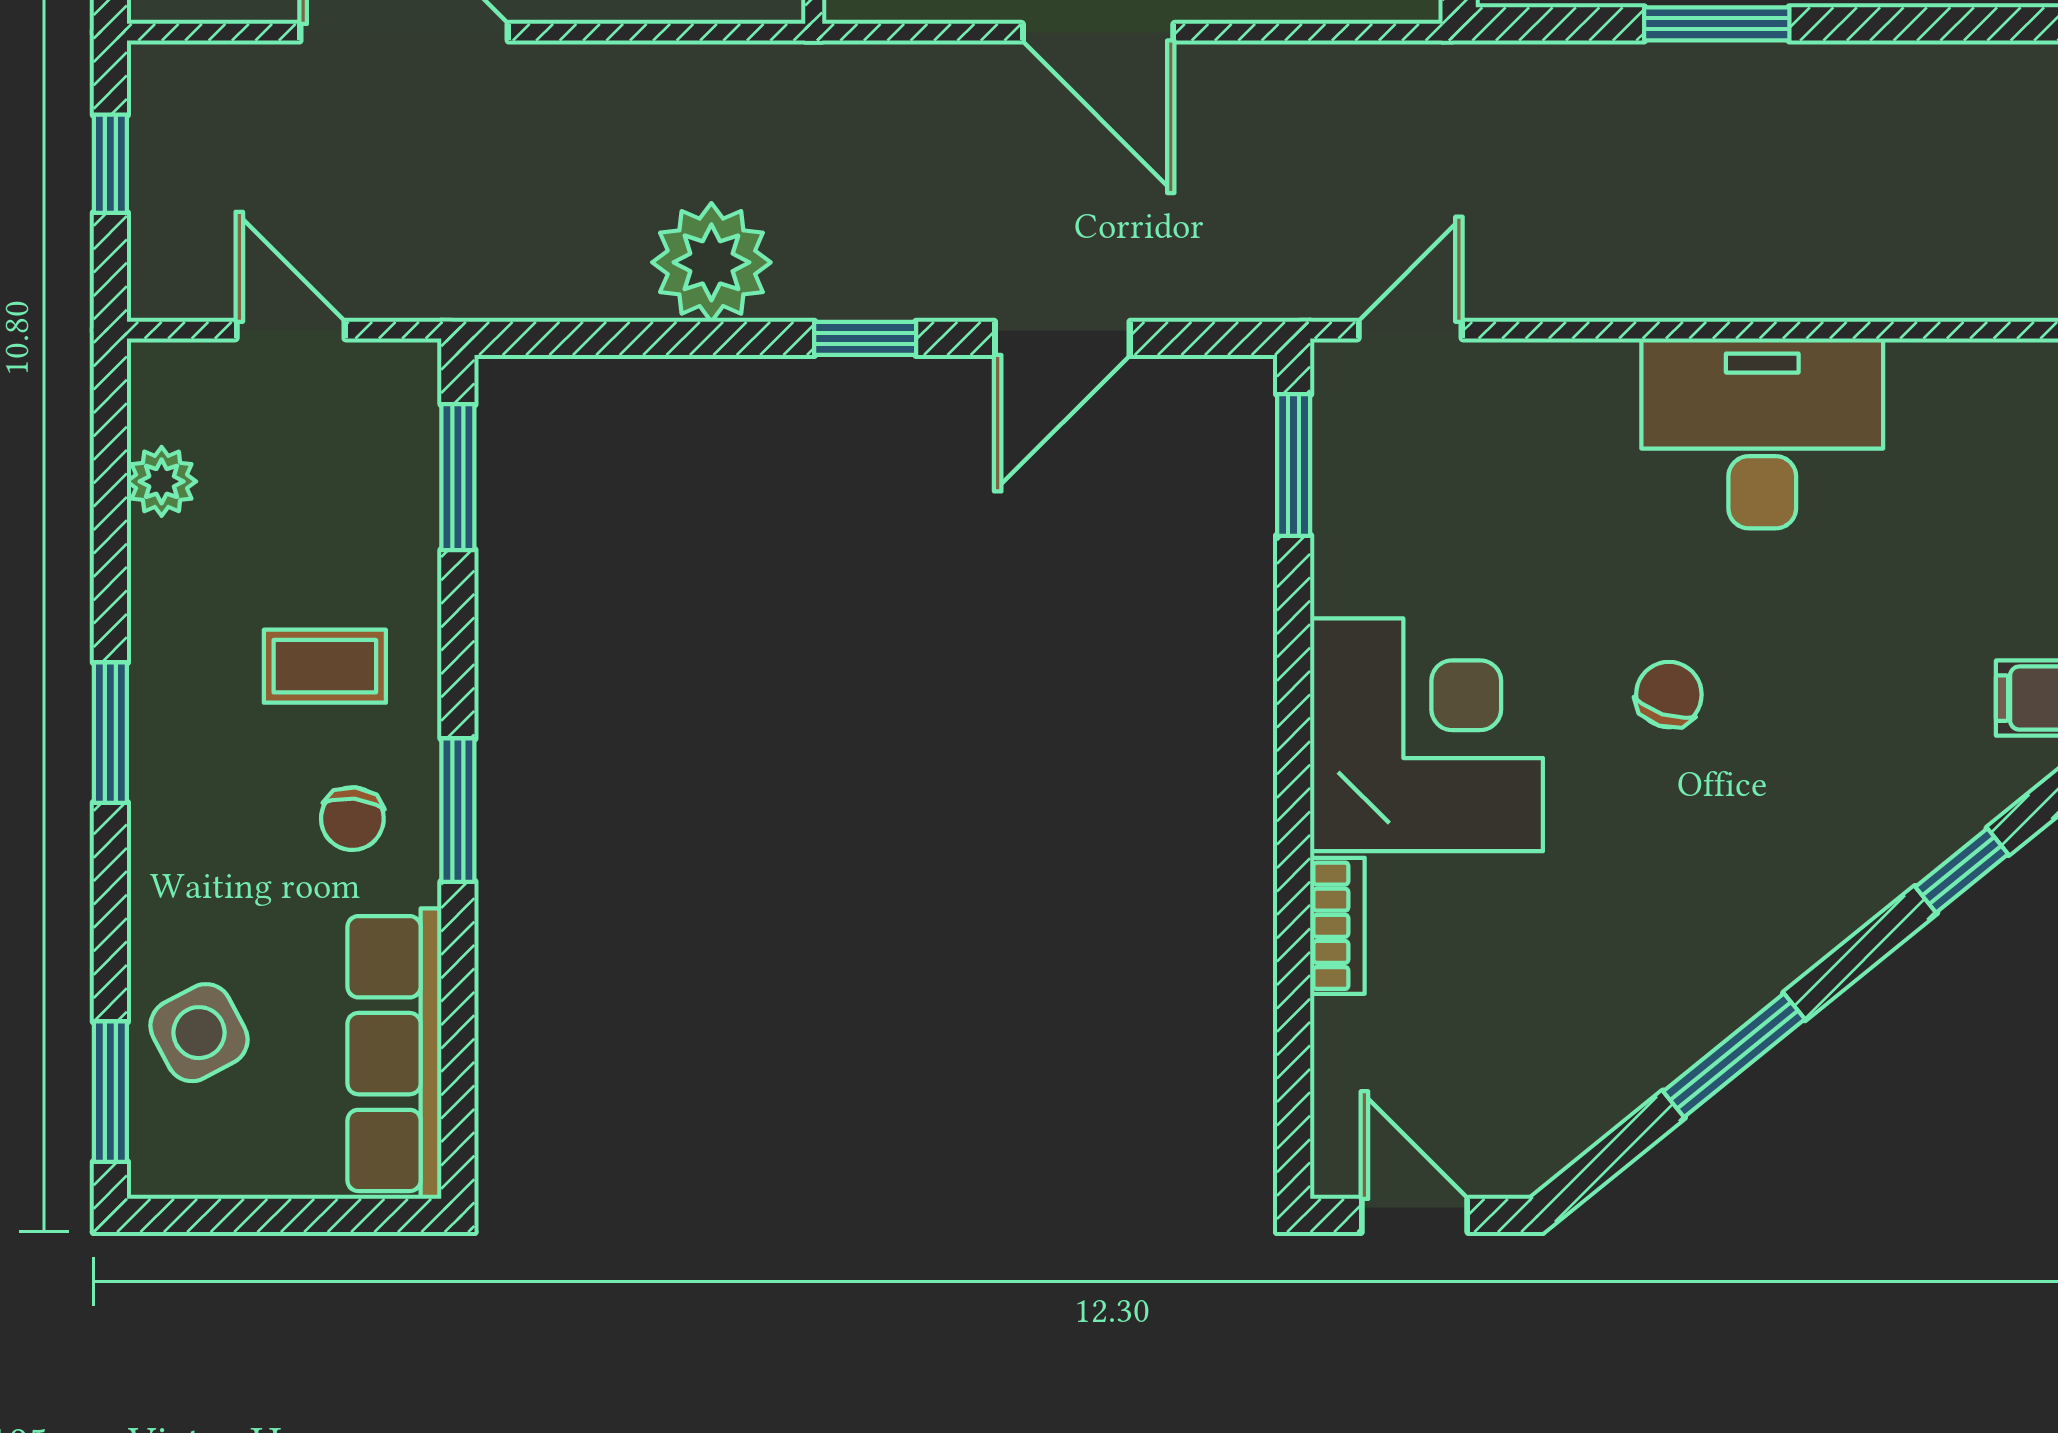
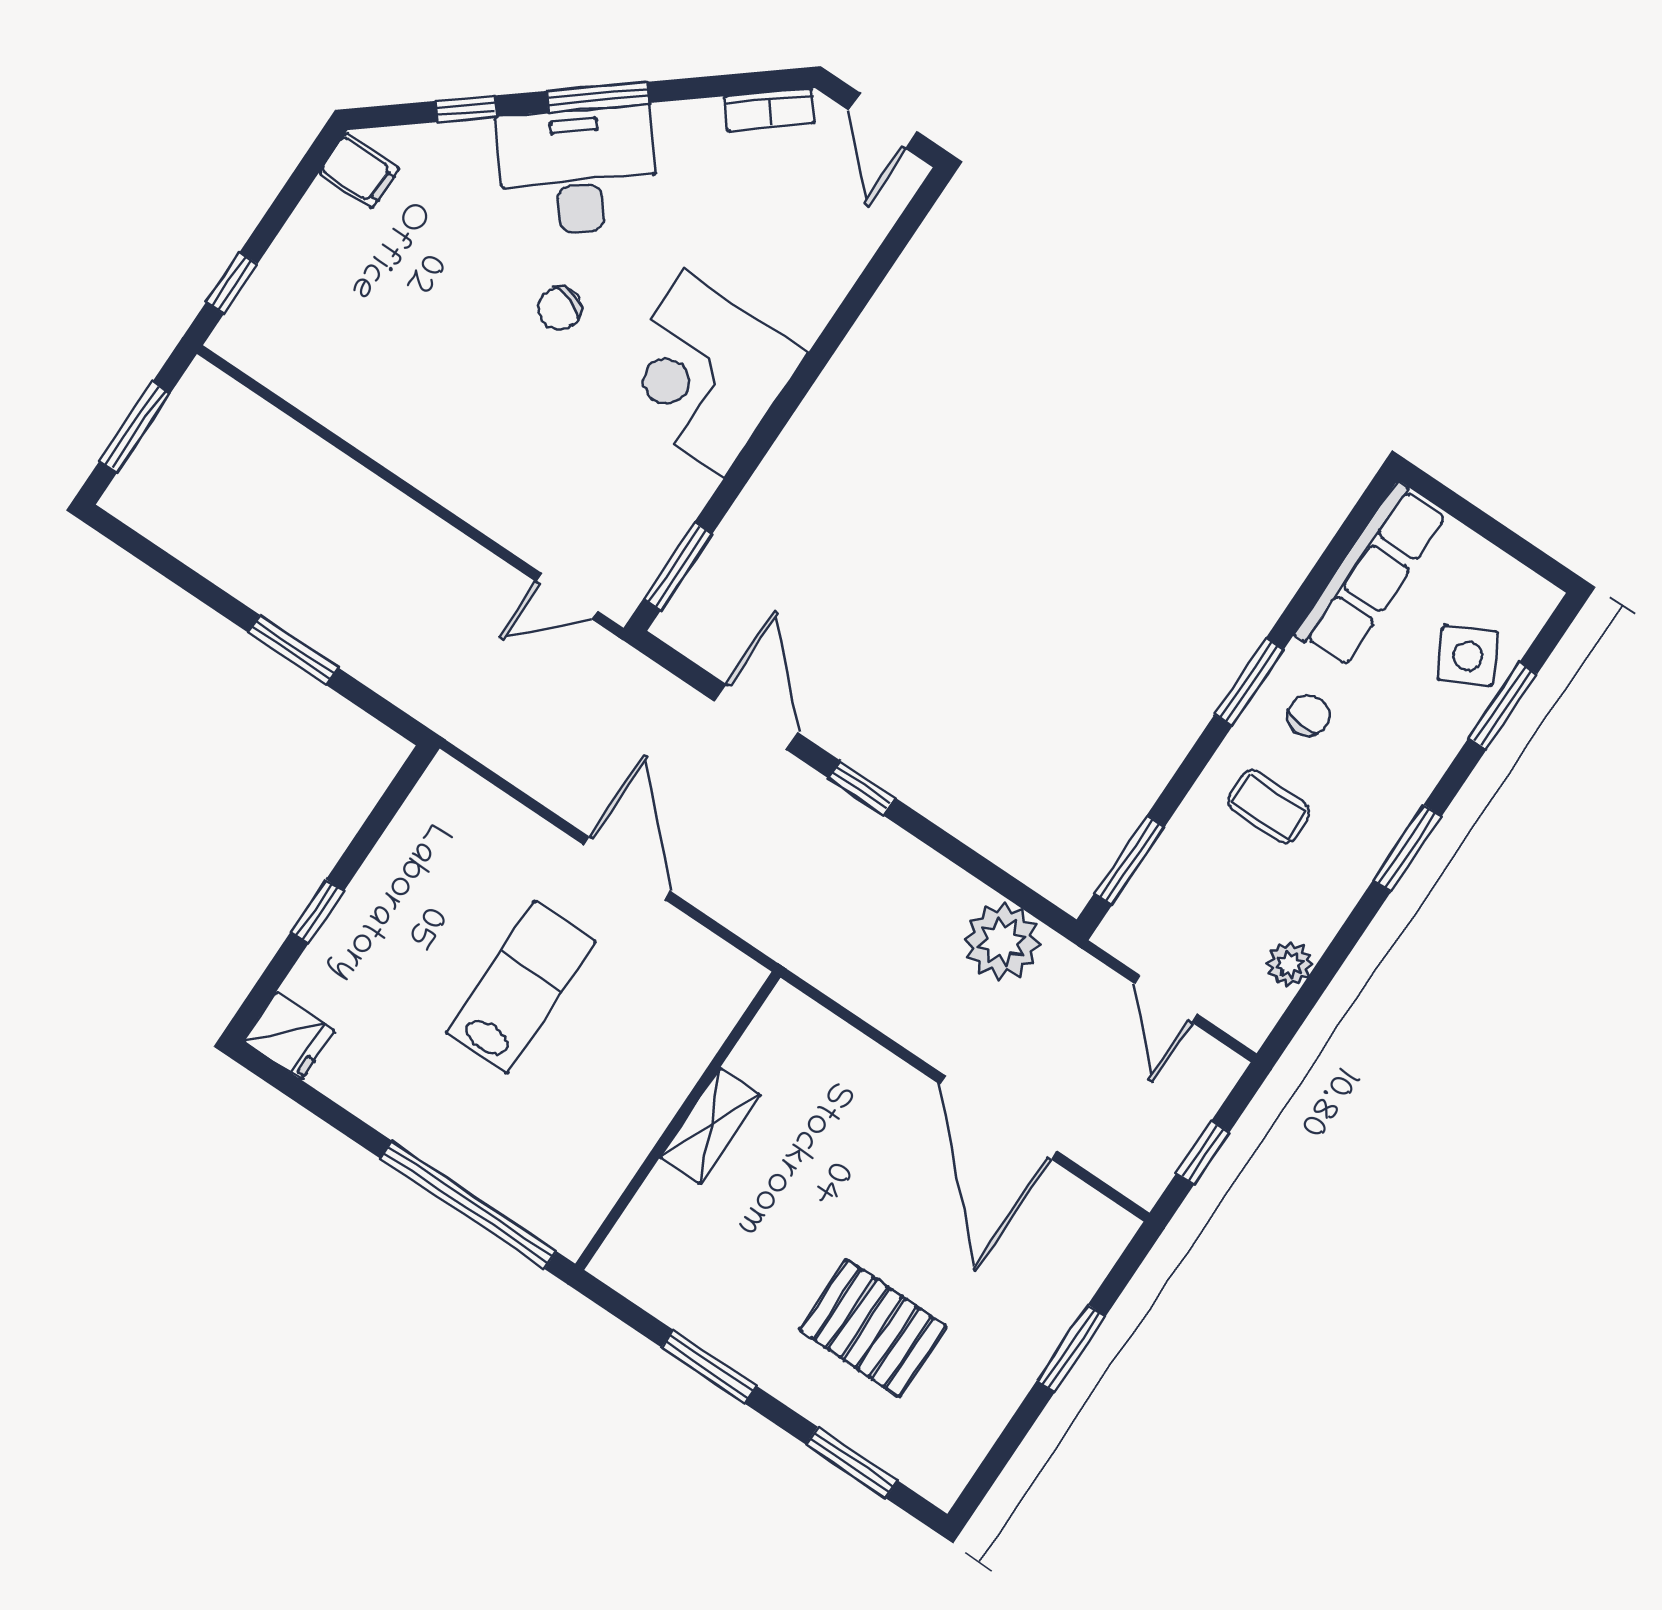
plant: (711, 262) -> (1002, 941), moved
door: (1062, 338) -> (756, 717), hinge flipped
desk: (1762, 433) -> (578, 171), moved, turned 141
bookcase: (1337, 926) -> (769, 110), moved, turned -129
window: (1734, 1055) -> (597, 97), moved
window: (110, 1092) -> (1503, 706), moved

